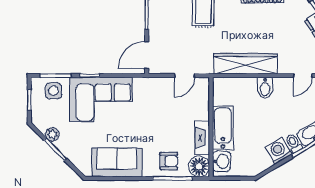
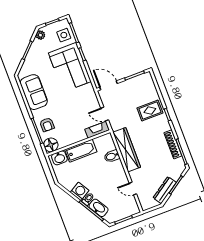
bidet: (265, 88) -> (112, 156), moved
plant: (52, 134) -> (40, 35), moved
fireplace: (202, 138) -> (97, 130), moved

